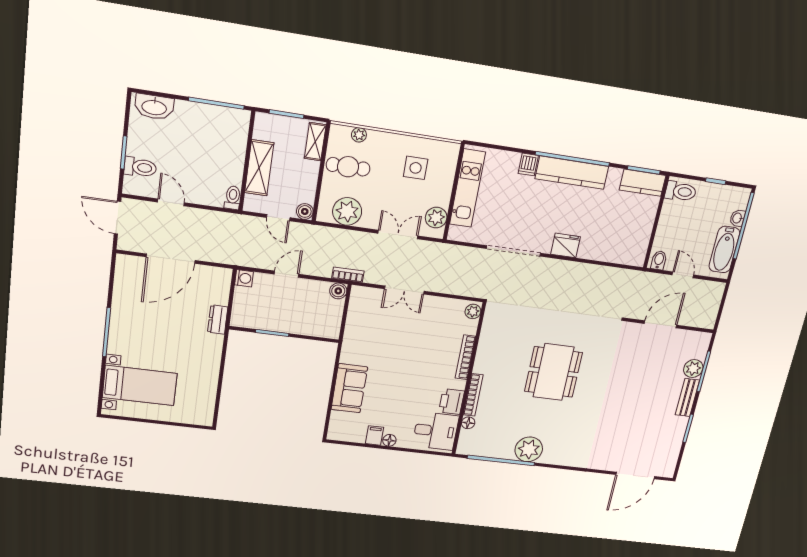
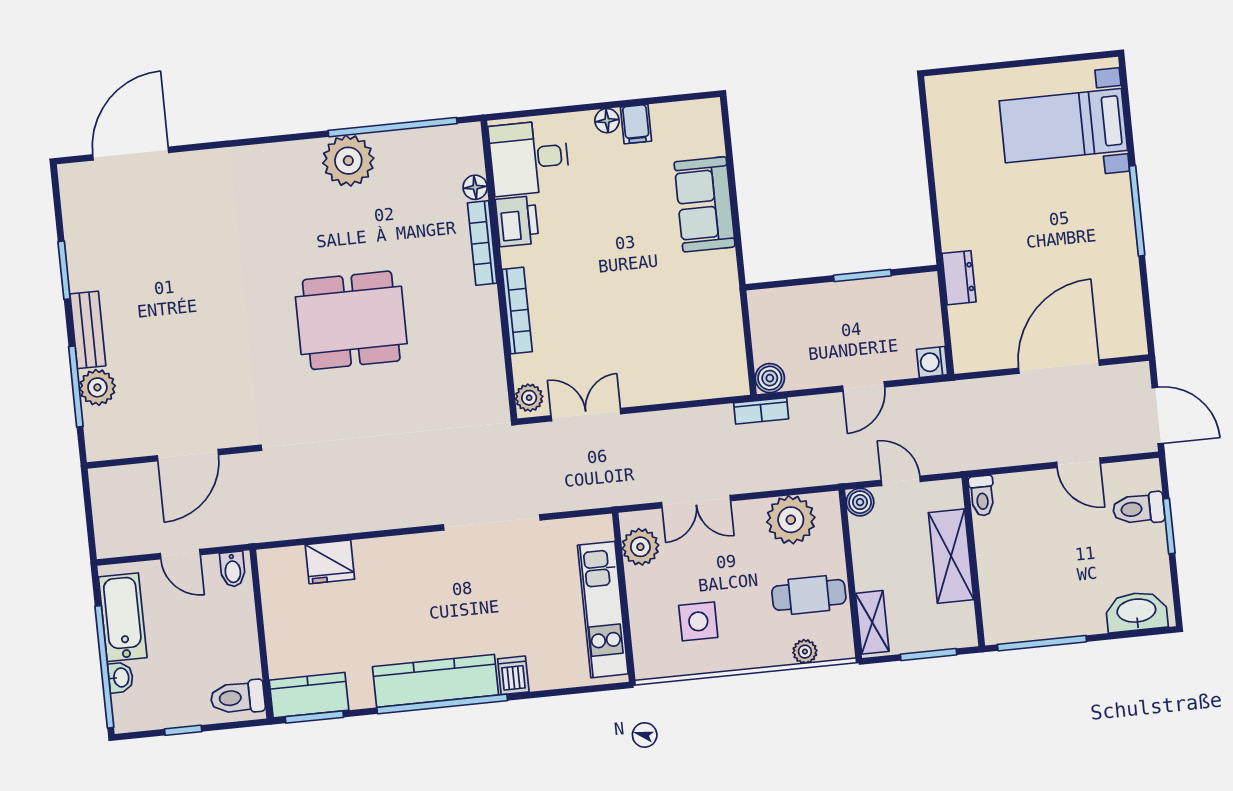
fridge: (565, 245) -> (330, 562), moved
double door: (404, 290) -> (586, 415), moved
dining table: (553, 372) -> (351, 320), turned 90

